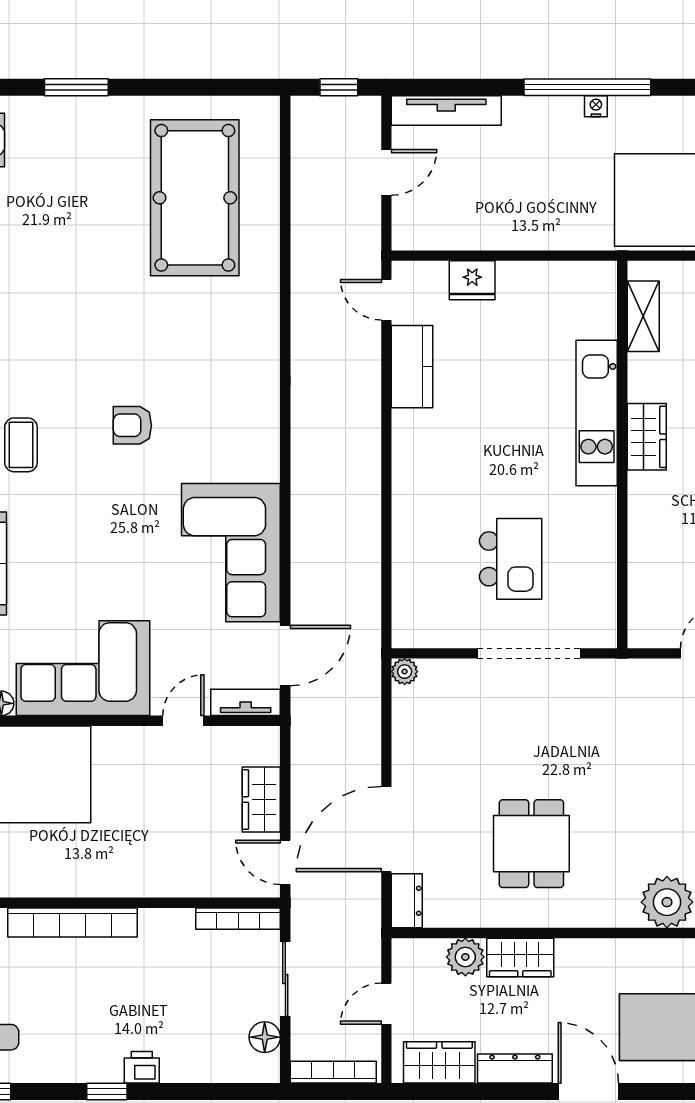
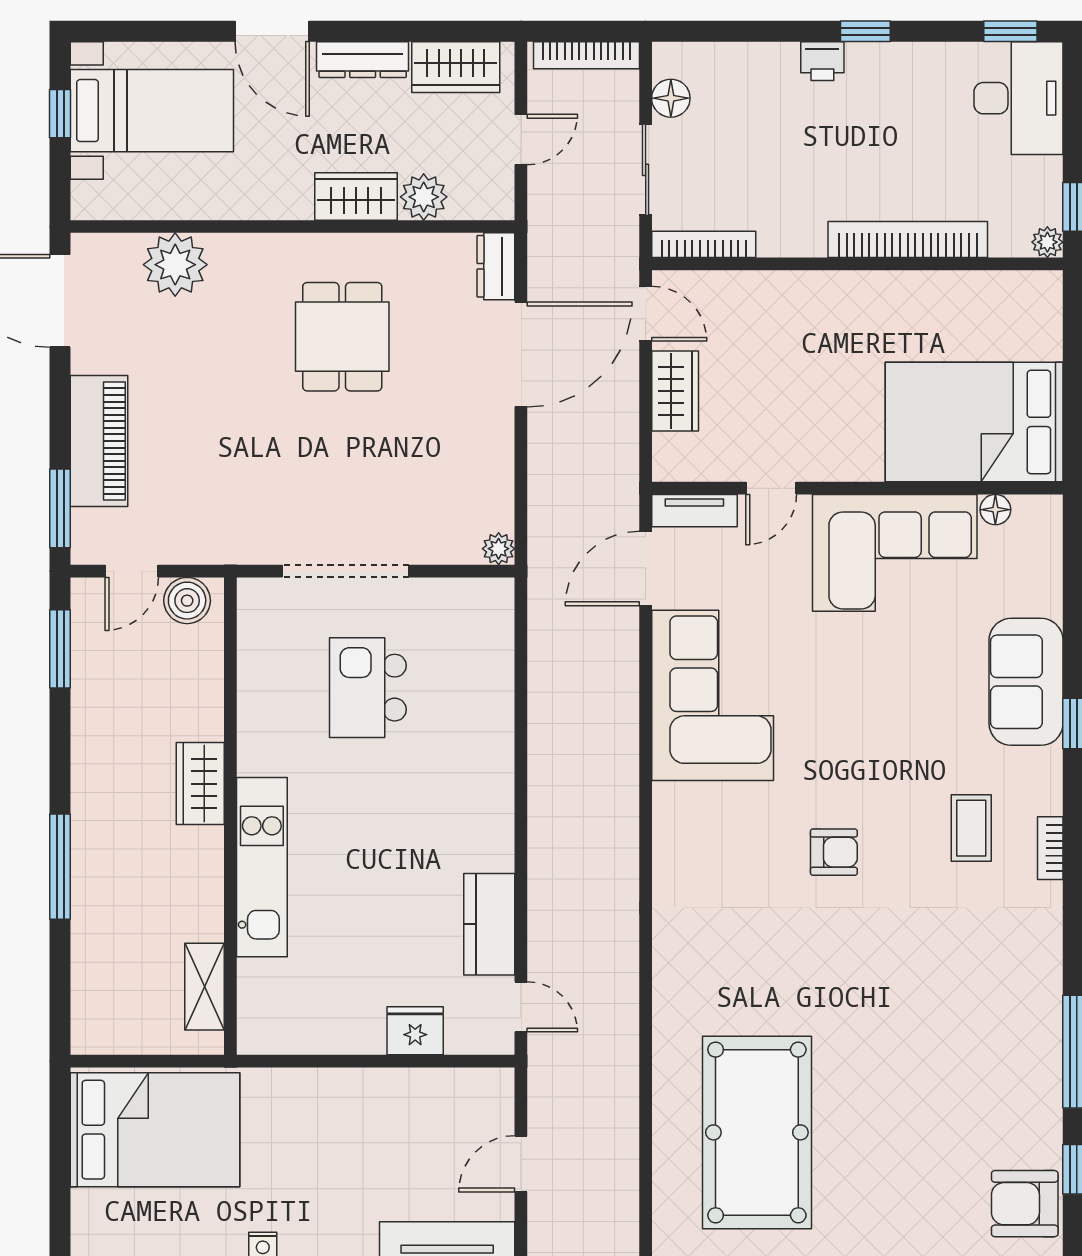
wardrobe: (647, 437) -> (200, 784), moved
boiler: (657, 629) -> (187, 601), added

